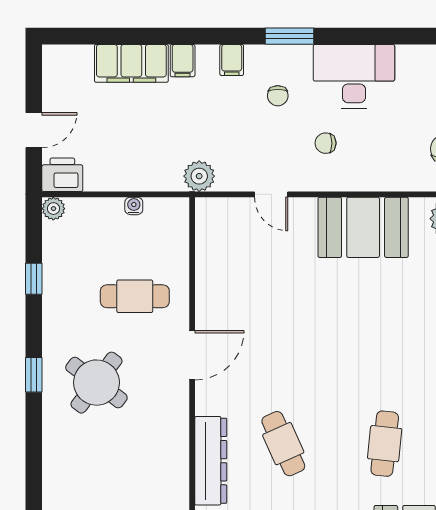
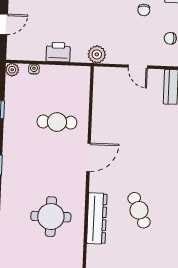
printer: (62, 175) -> (58, 52), moved
water cooler: (134, 206) -> (34, 69), moved
round table: (96, 383) -> (51, 217), moved, turned -37

